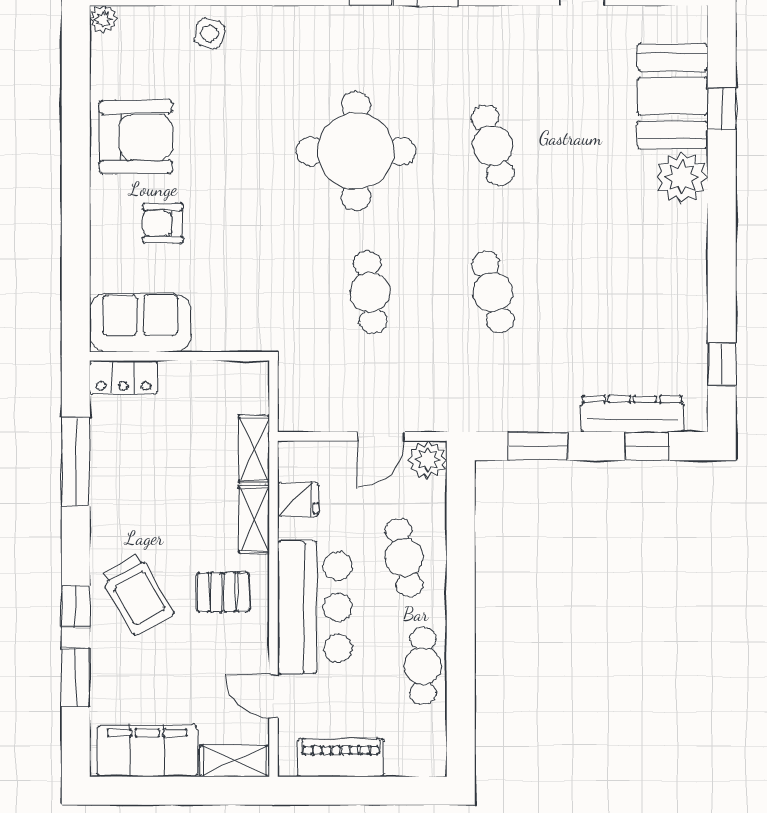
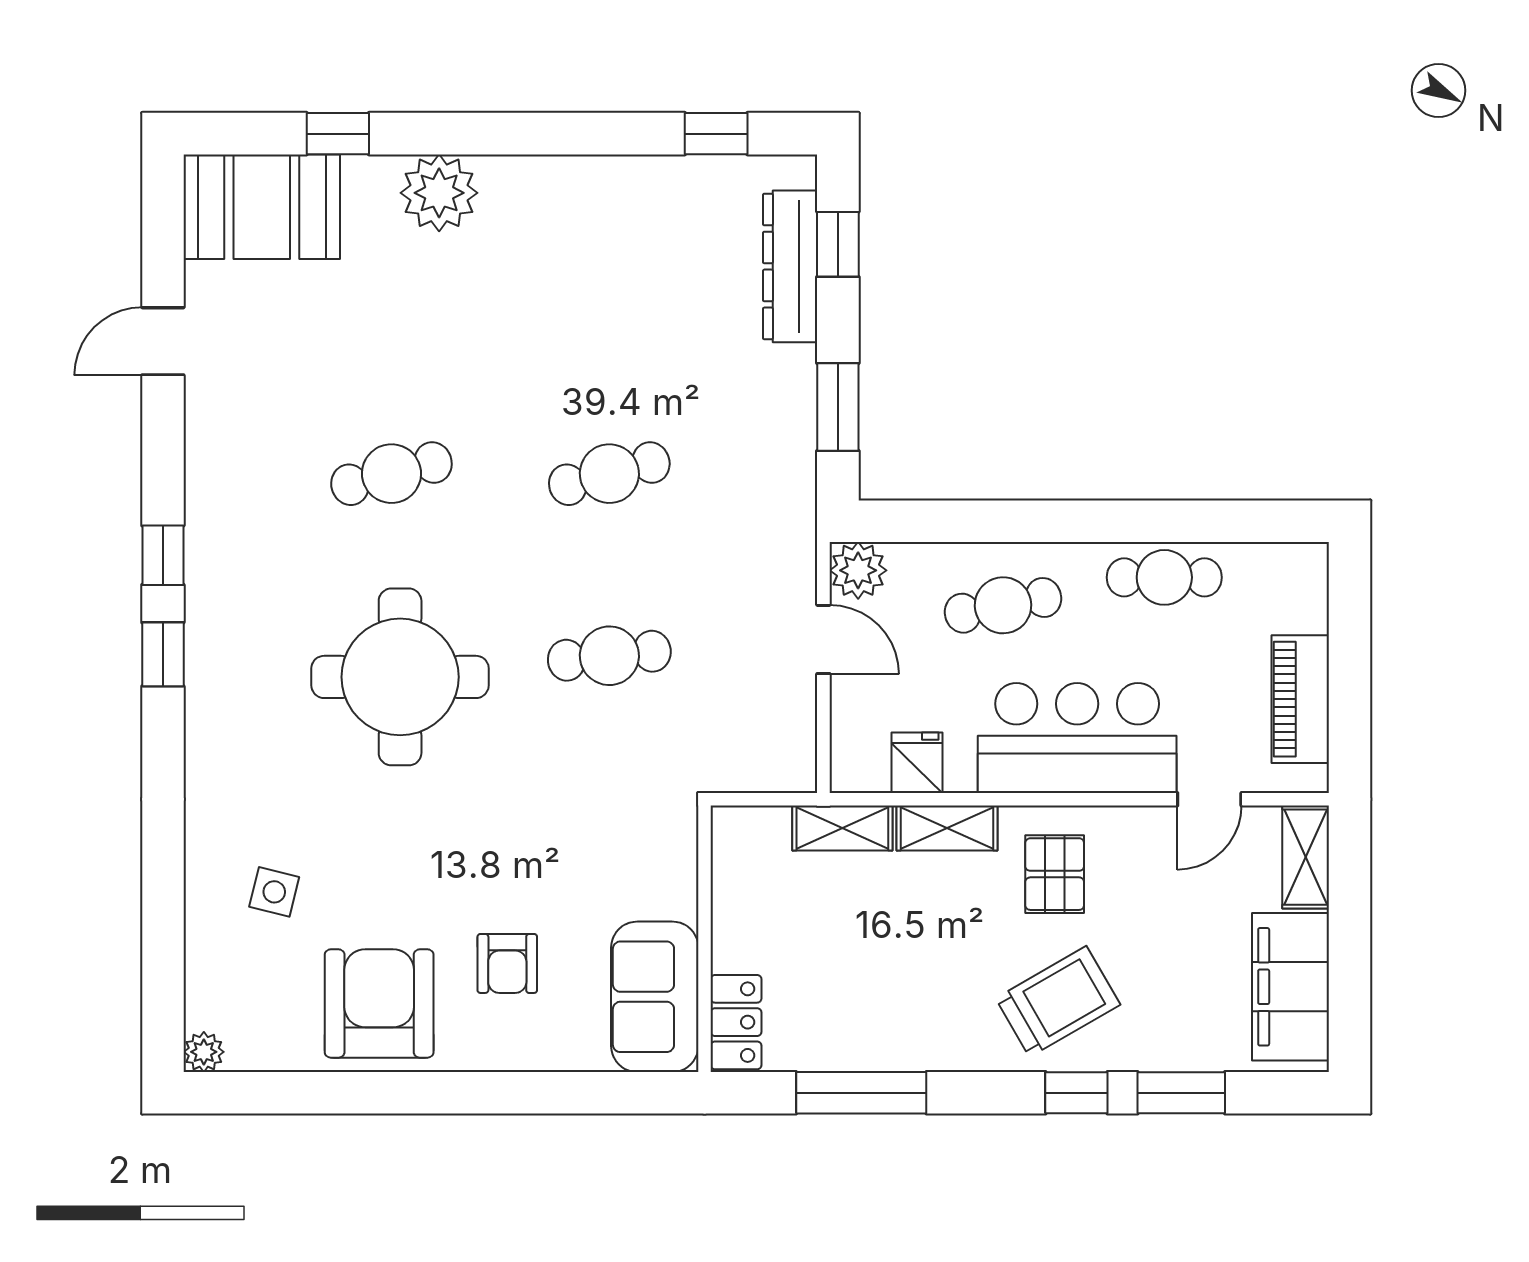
side table: (210, 33) -> (274, 892), moved
booth: (673, 96) -> (262, 207), moved

